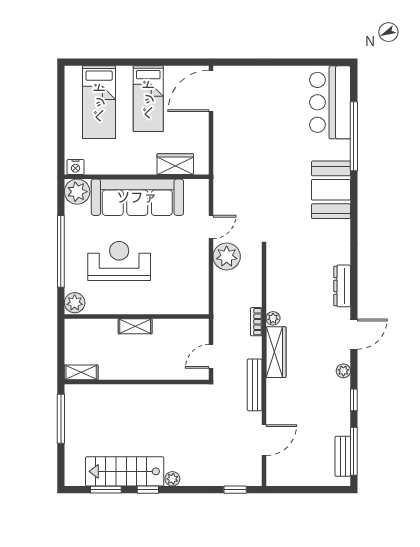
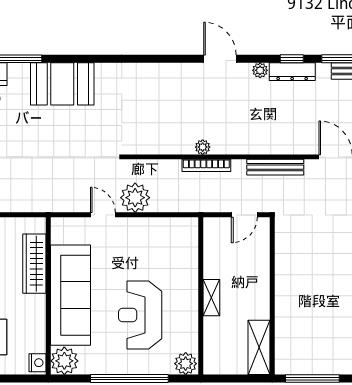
wardrobe: (175, 164) -> (34, 264), width x1.50
dresser: (342, 286) -> (292, 72), moved
bookcase: (256, 322) -> (206, 165), width x1.56
wardrobe: (276, 352) -> (240, 144), removed
door: (211, 356) -> (244, 215), hinge flipped
shelving: (81, 372) -> (259, 347), width x1.50, depth x1.33

